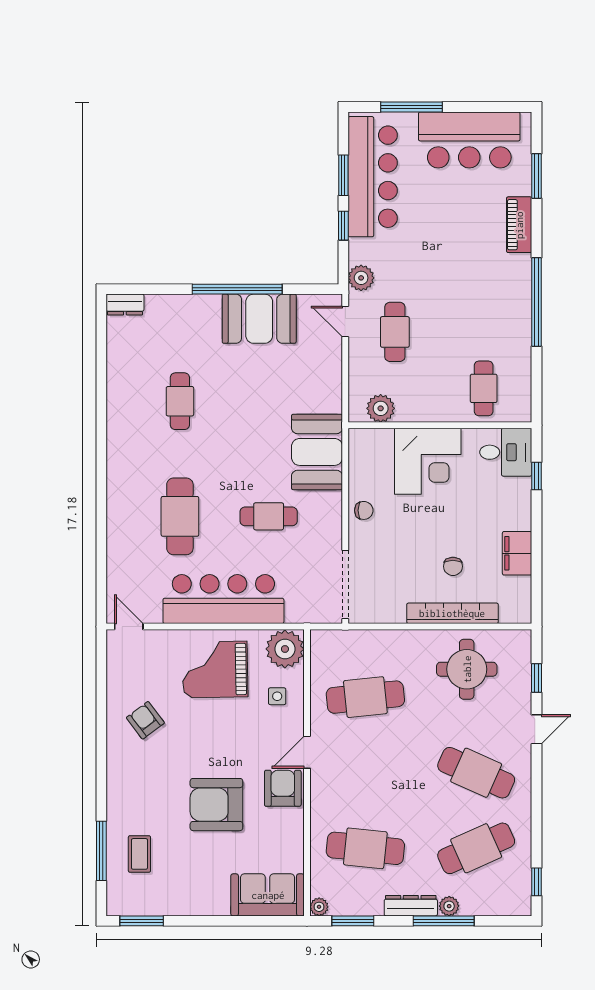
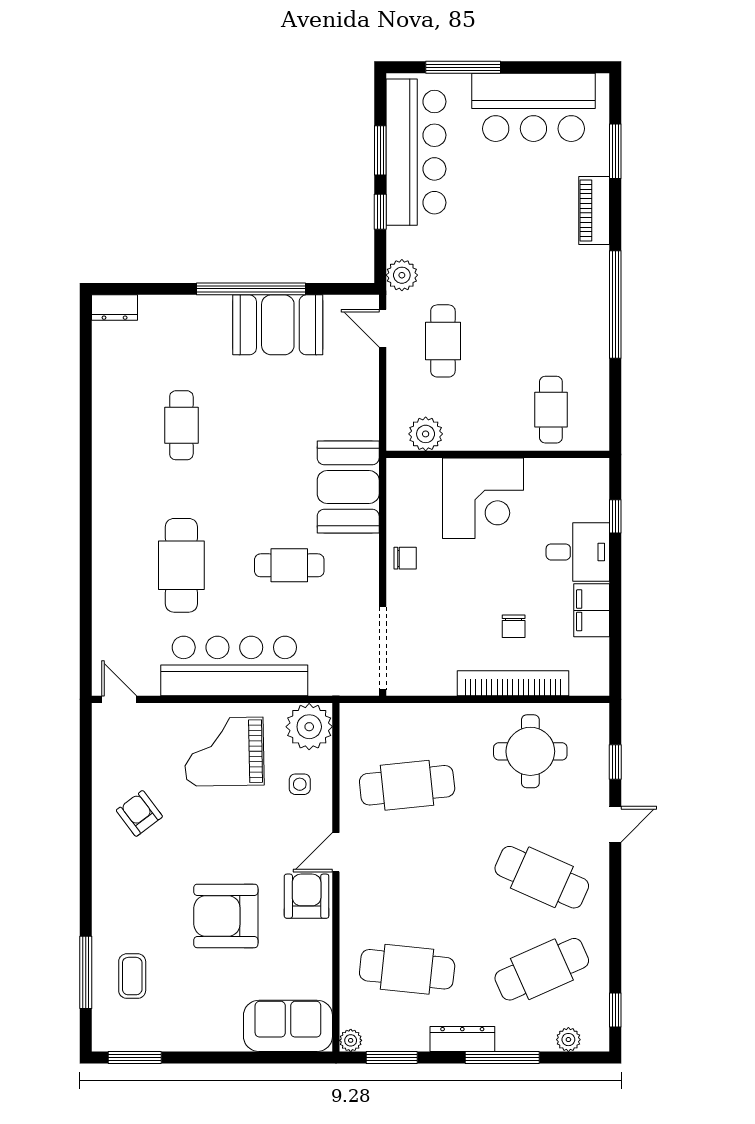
desk: (506, 452) -> (578, 552), moved
plant: (449, 906) -> (568, 1040), moved

